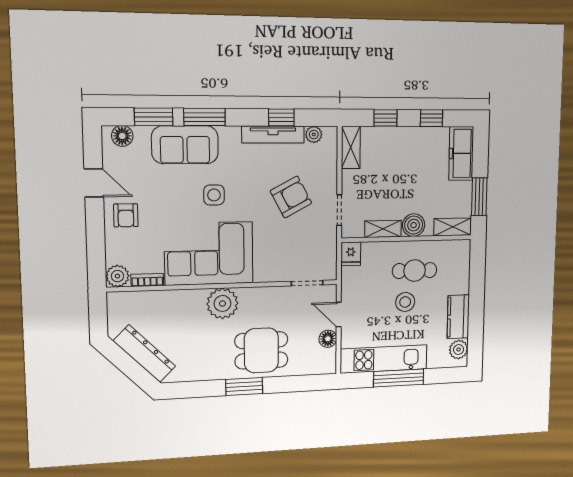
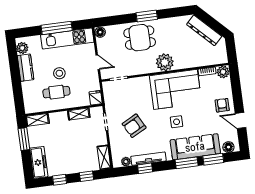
sofa: (185, 145) -> (195, 147), width x1.36
boiler: (414, 225) -> (61, 118), removed
floor lamp: (328, 339) -> (100, 32), moved

